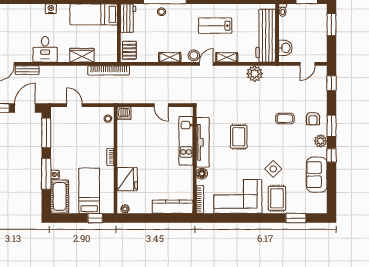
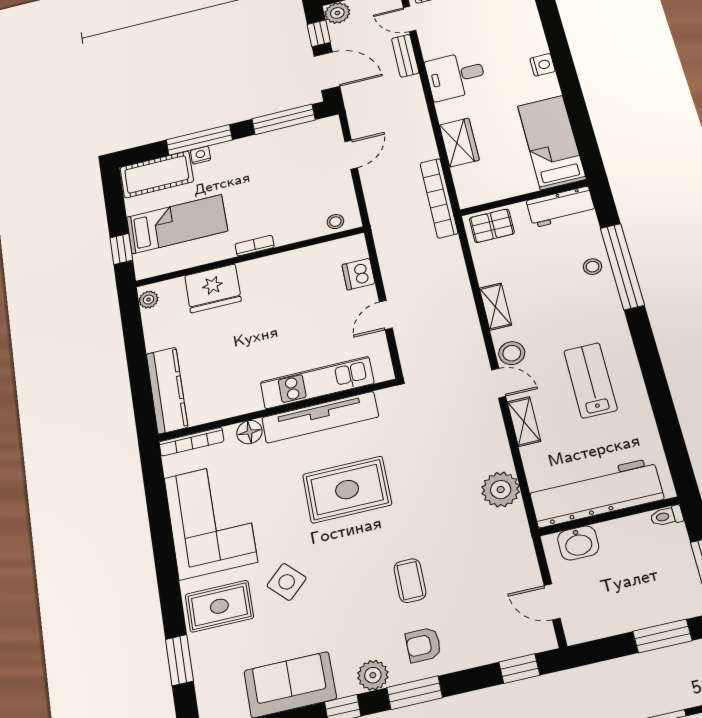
dishwasher: (124, 113) -> (358, 274), moved
rug: (239, 137) -> (347, 490), width x1.36, depth x1.43

